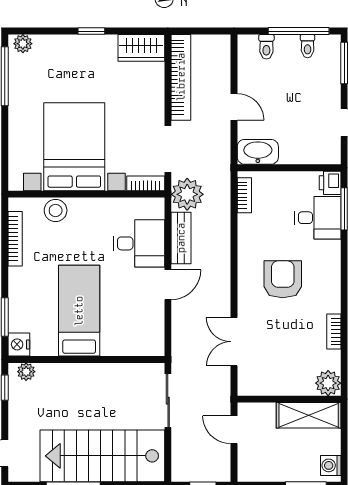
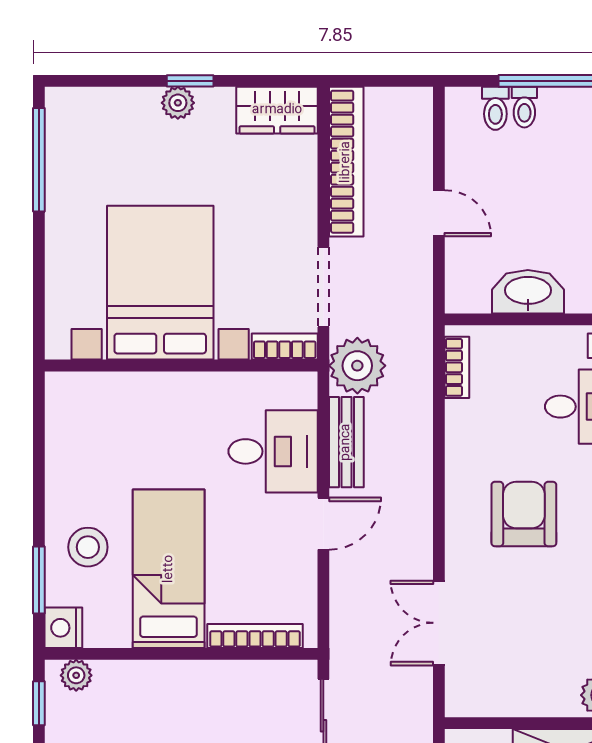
plant: (23, 44) -> (178, 103), moved
toilet: (308, 46) -> (524, 107), moved
washbasin: (258, 152) -> (528, 292), moved
stool: (56, 210) -> (88, 547), moved
bookcase: (15, 239) -> (255, 636), moved, turned -90

